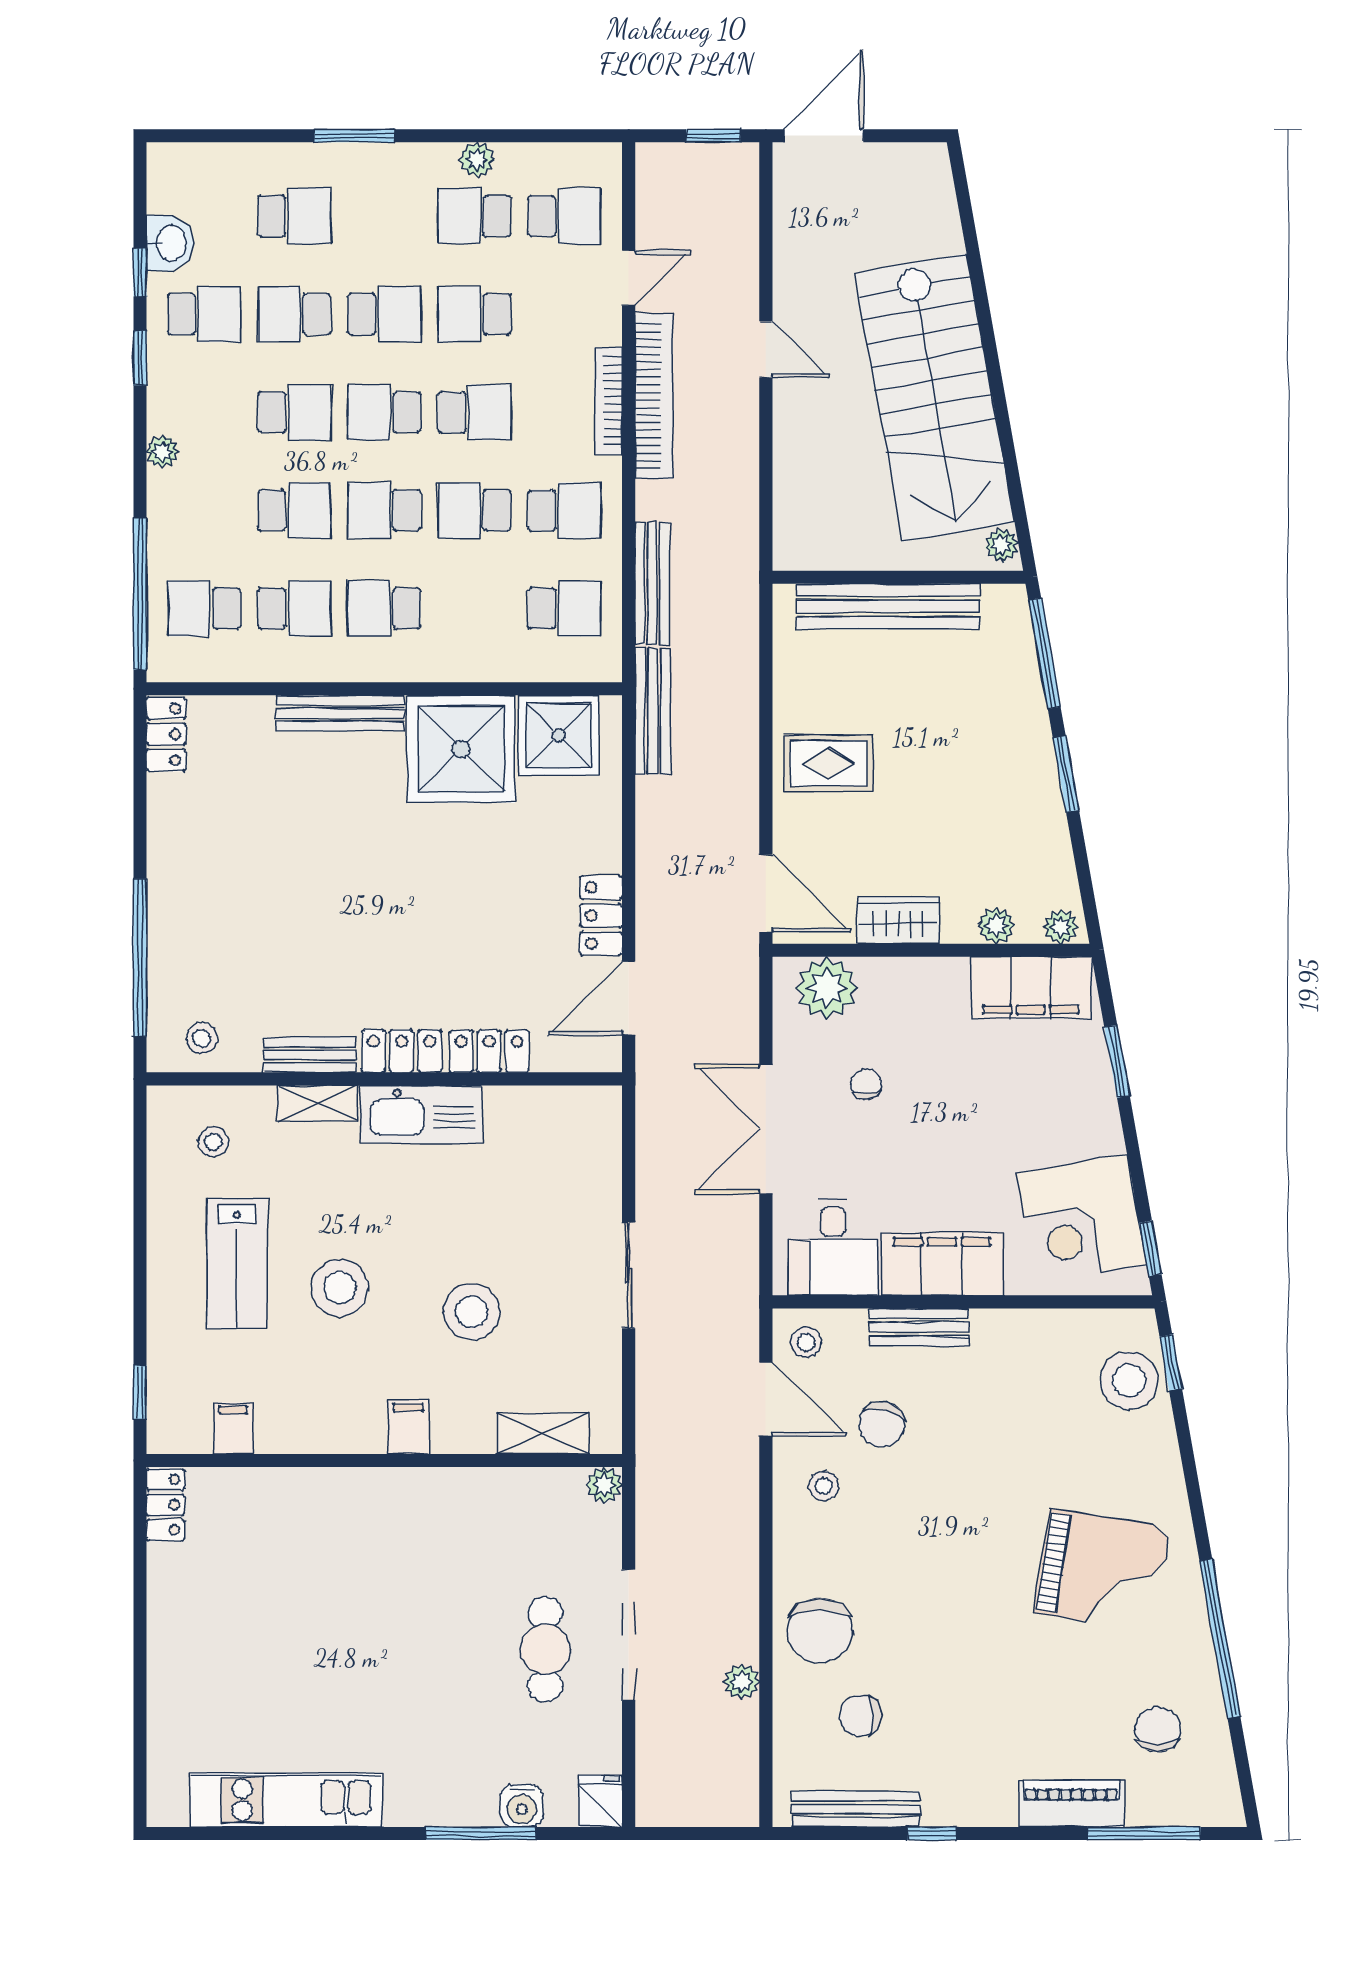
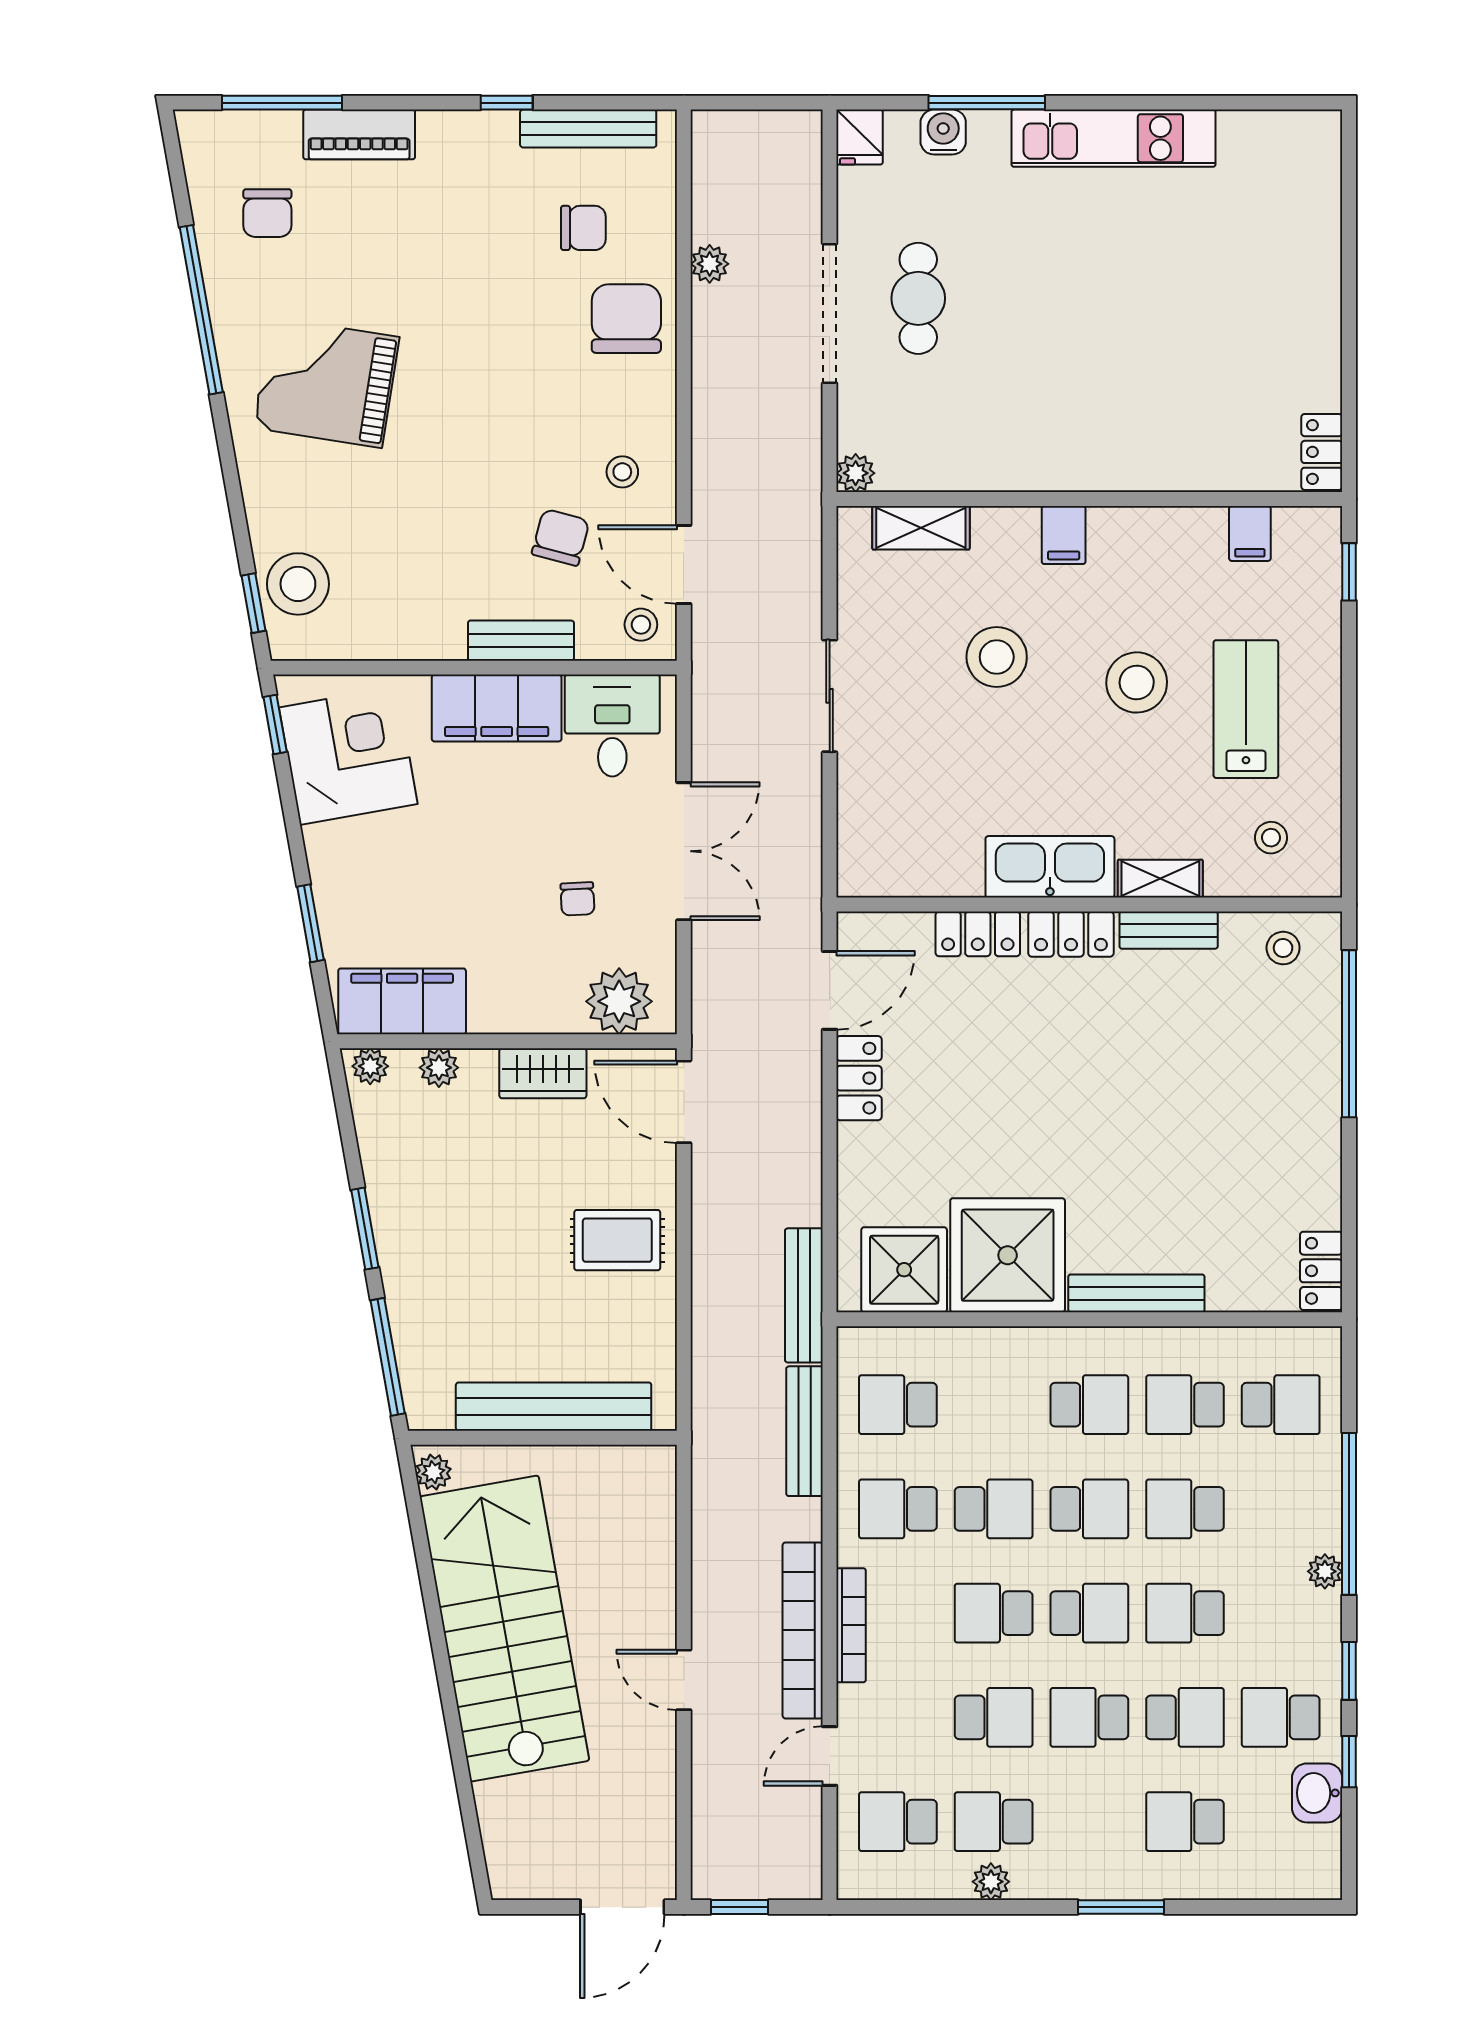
school desk: (474, 216) -> (994, 1822), turned 180
window: (140, 594) -> (1349, 1514), moved
kitchen unit: (286, 1800) -> (1113, 138), moved

